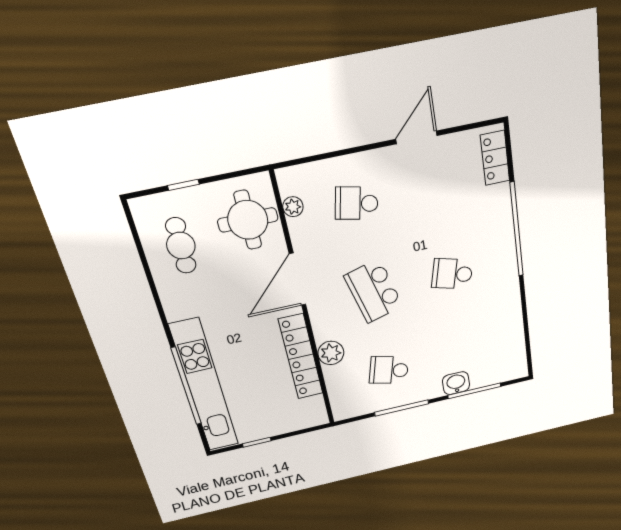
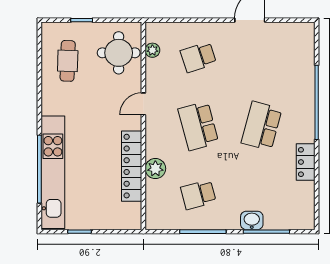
locker: (495, 158) -> (306, 162), moved
school desk: (357, 203) -> (198, 57), turned -30
school desk: (452, 274) -> (262, 126), width x1.85
door: (298, 279) -> (143, 104), width x0.53
school desk: (389, 370) -> (198, 195), turned -30

